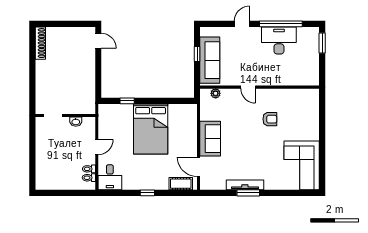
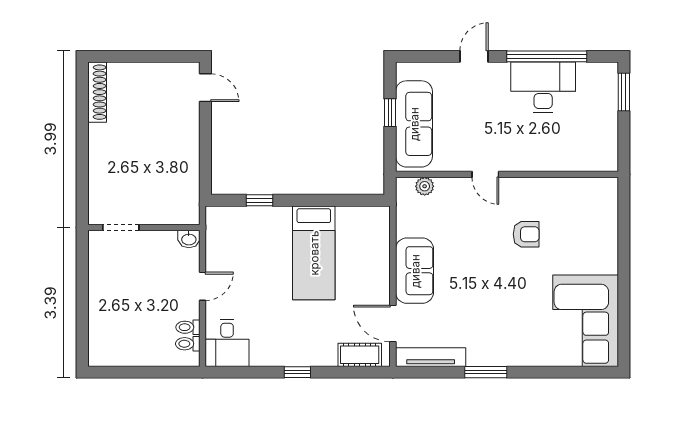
washbasin: (76, 122) -> (189, 239), moved
bed: (151, 129) -> (314, 253), width x0.67
tv unit: (245, 185) -> (431, 357), moved

